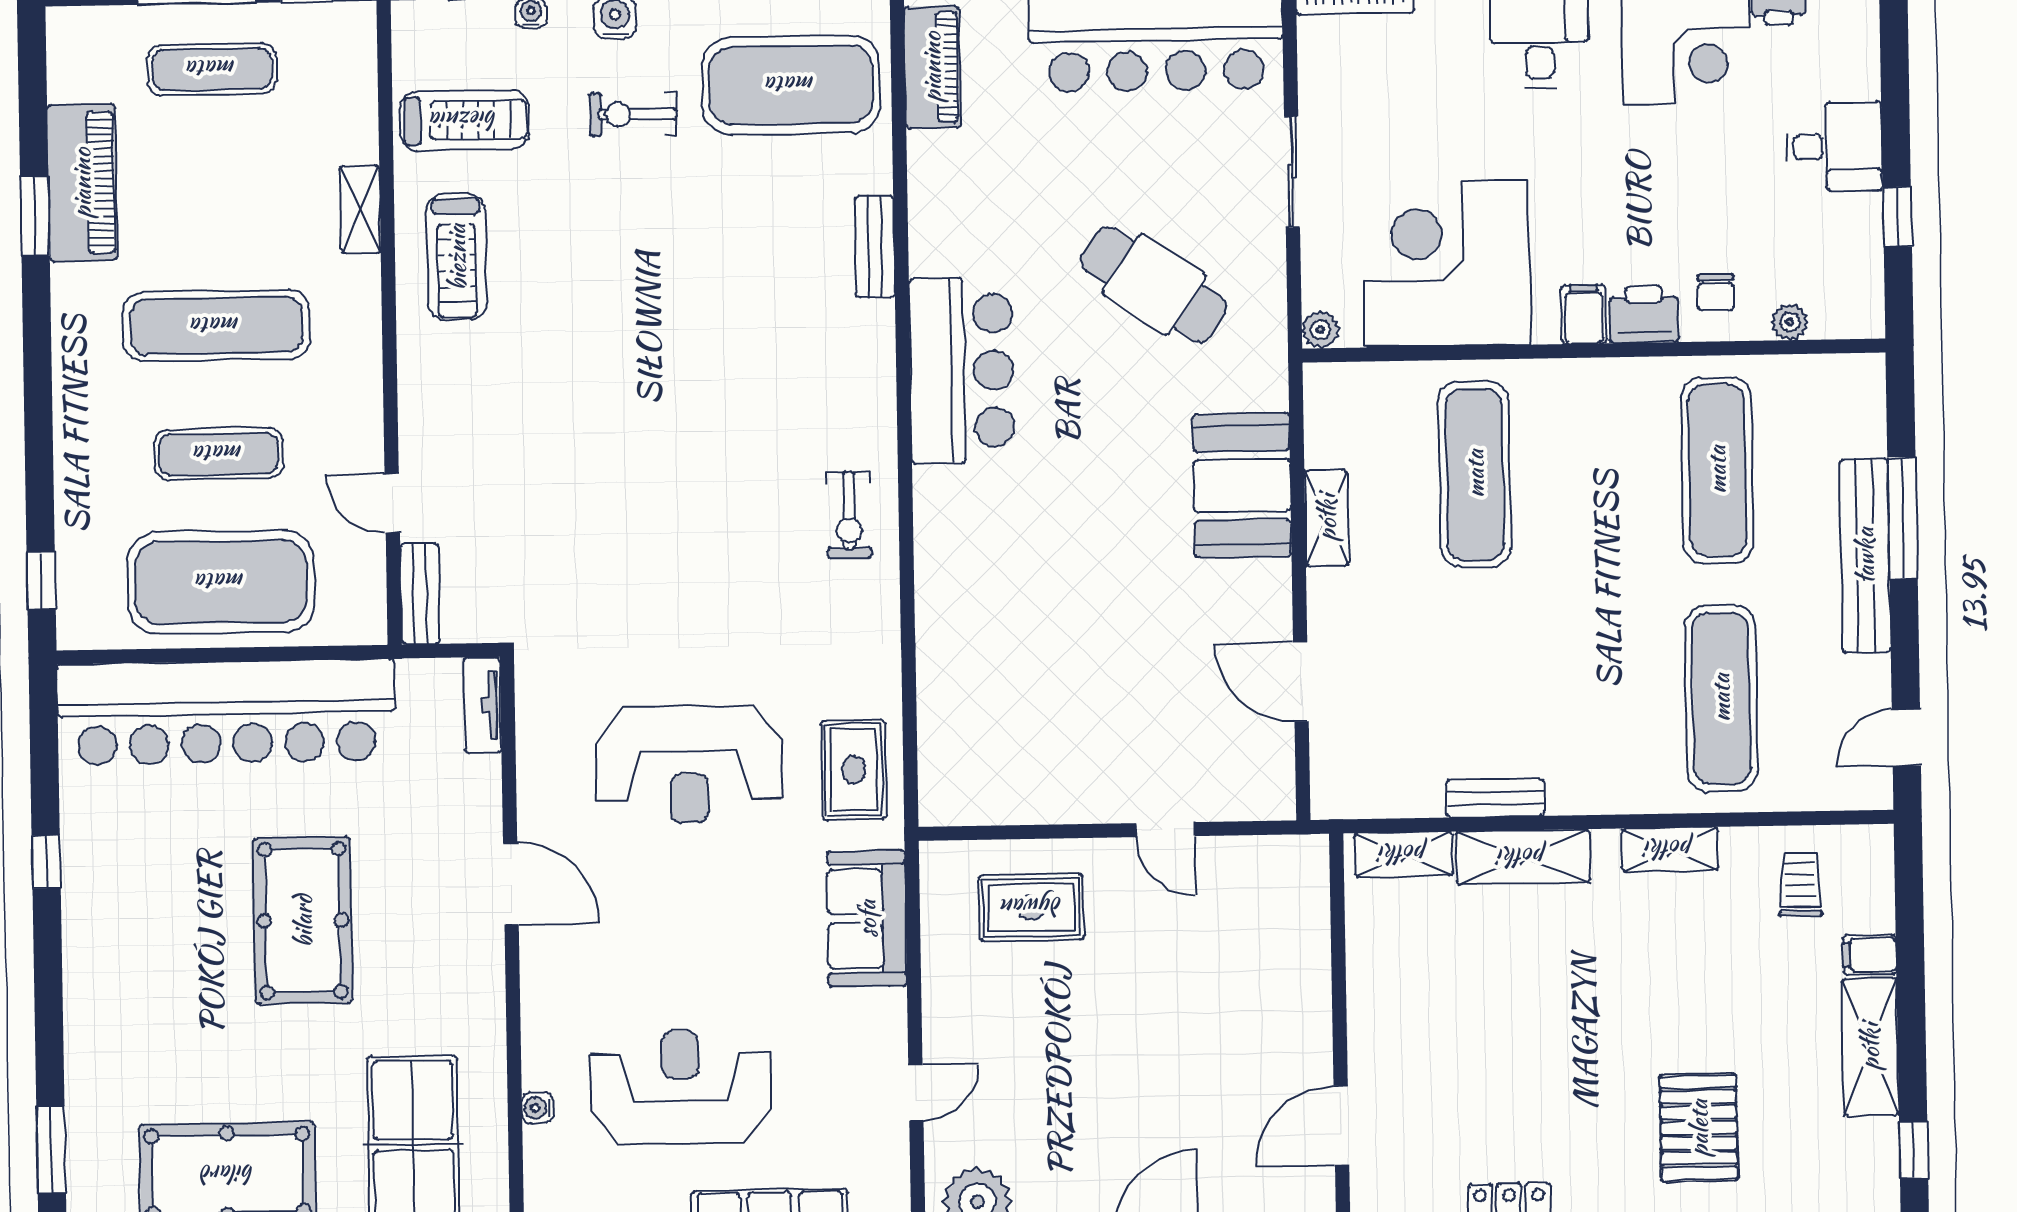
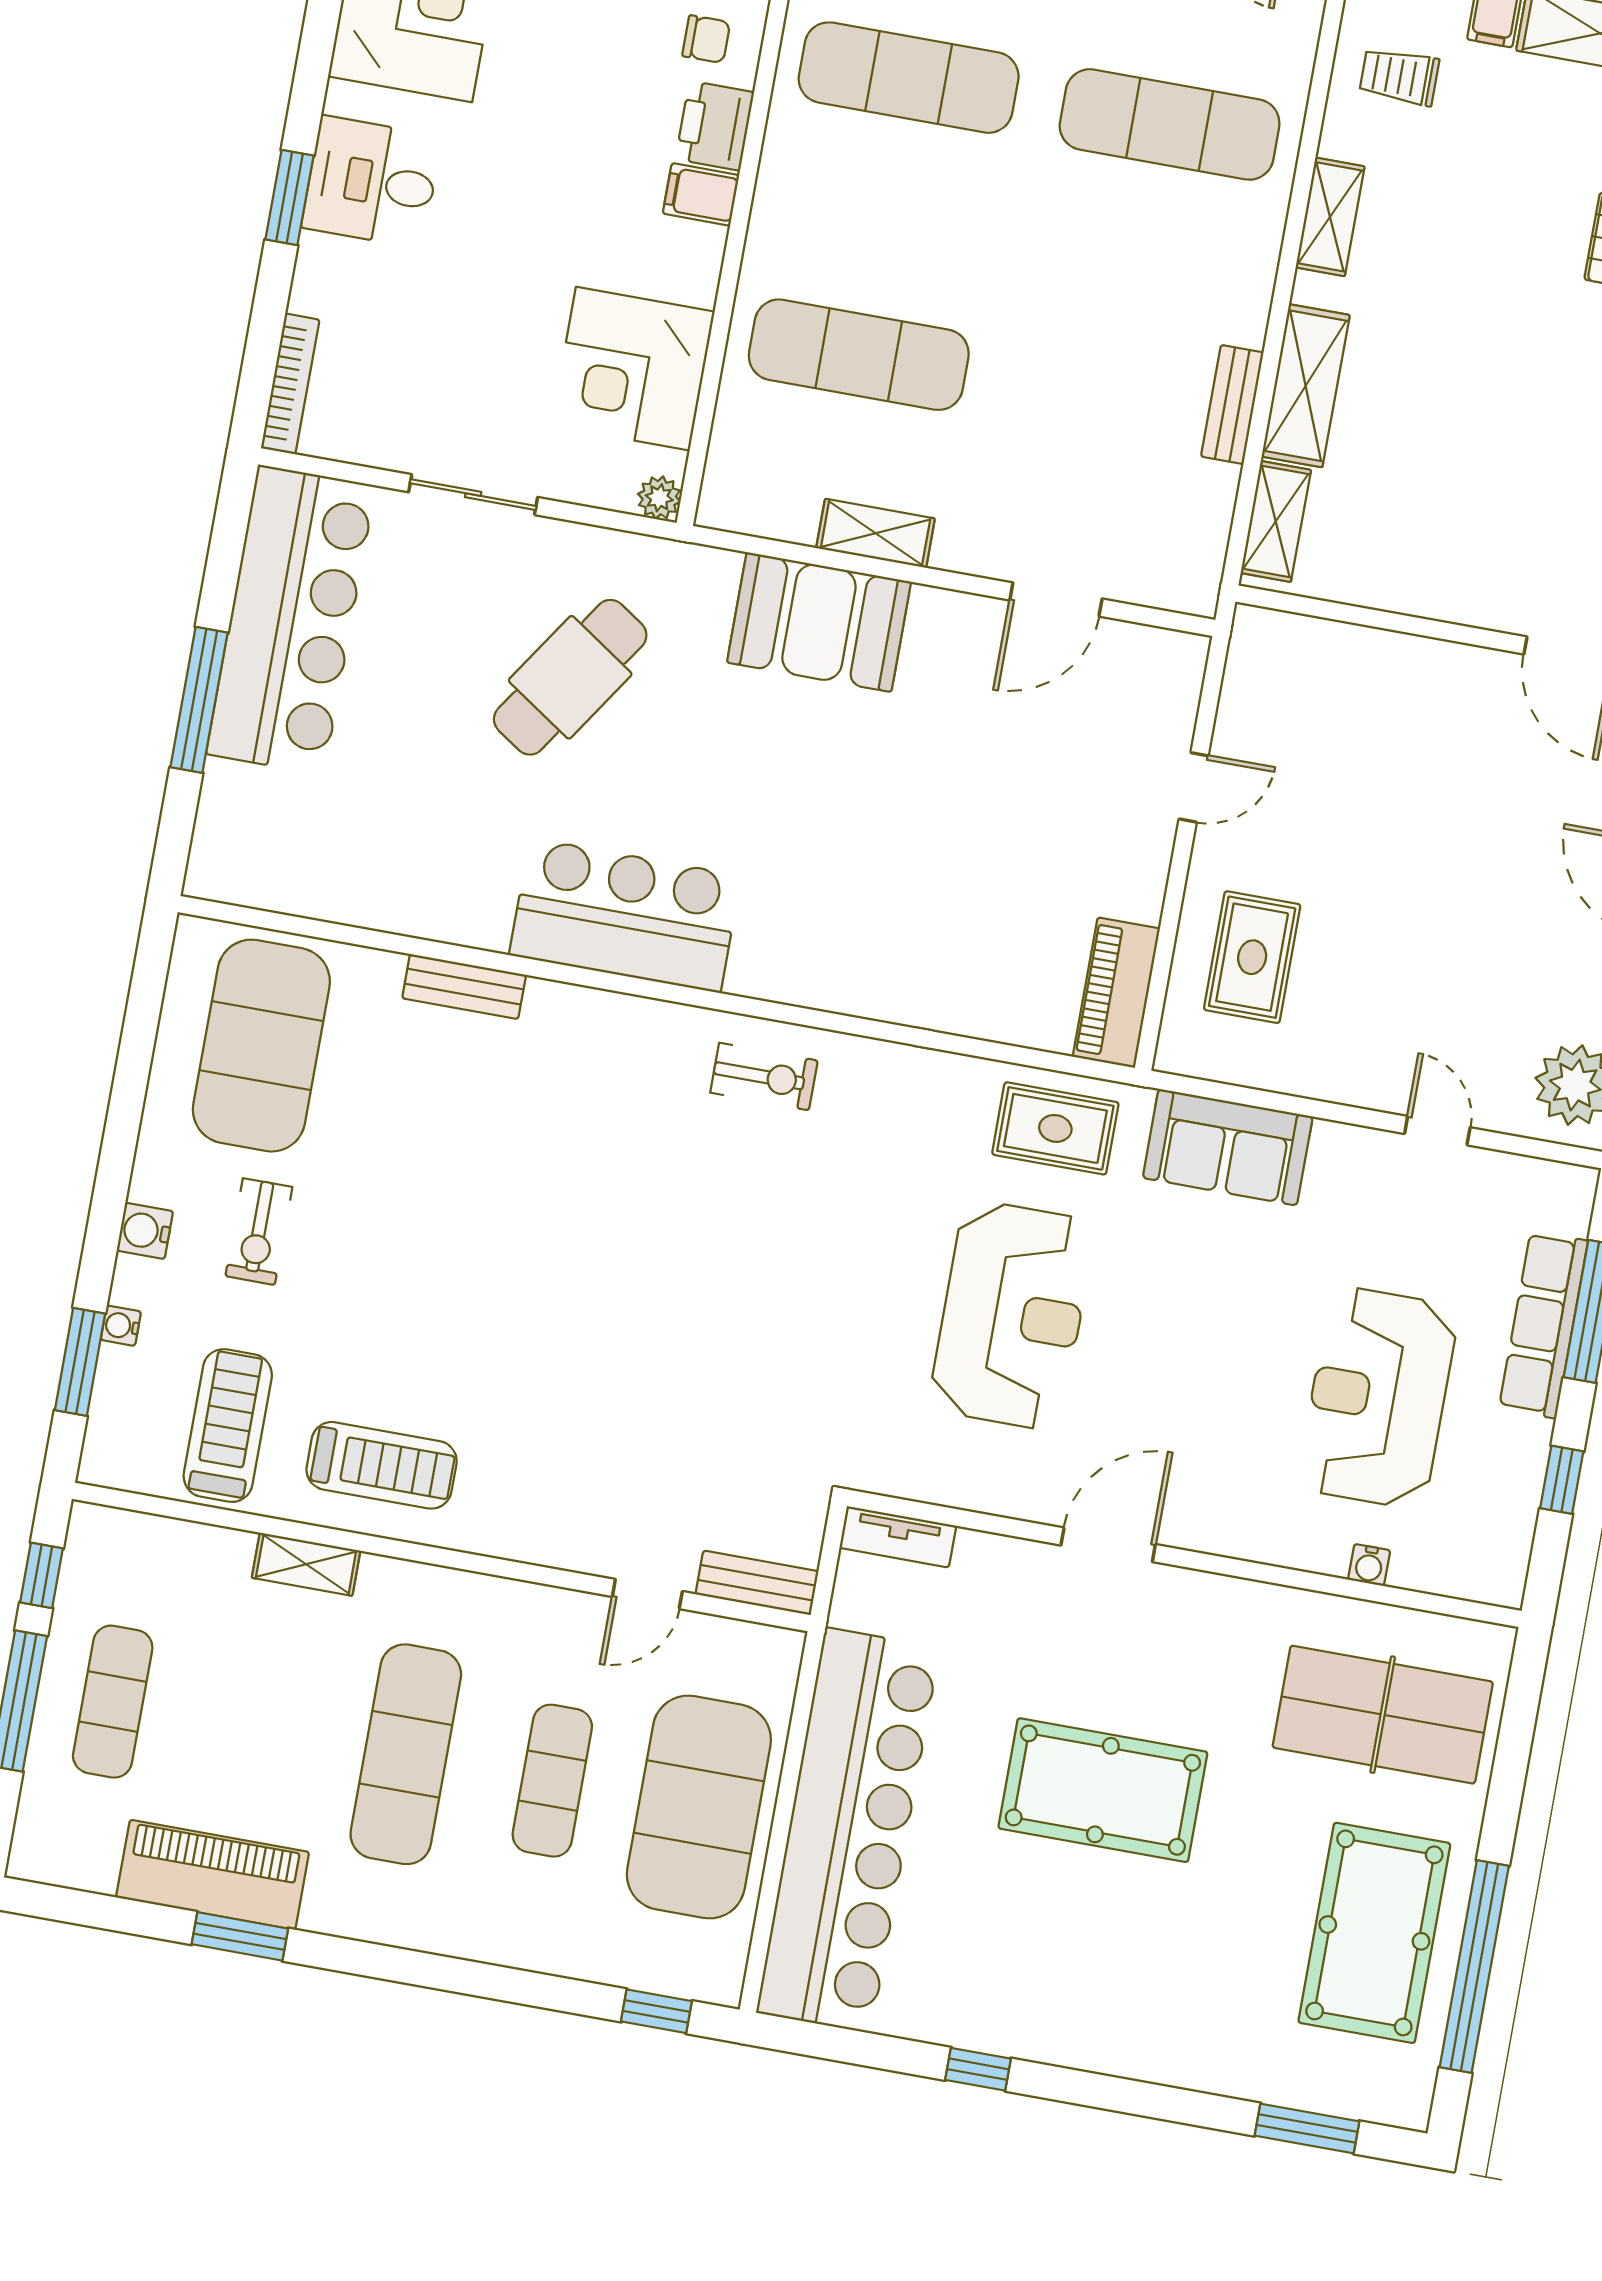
piano: (932, 67) -> (1116, 993), moved, turned -90
corner desk: (1447, 264) -> (633, 369), width x0.74, depth x0.74

